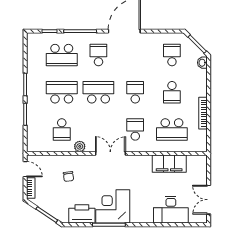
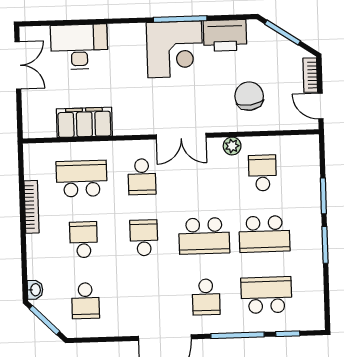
school desk: (135, 92) -> (144, 238), turned 180
chair: (68, 176) -> (249, 96), width x1.87, depth x1.87

